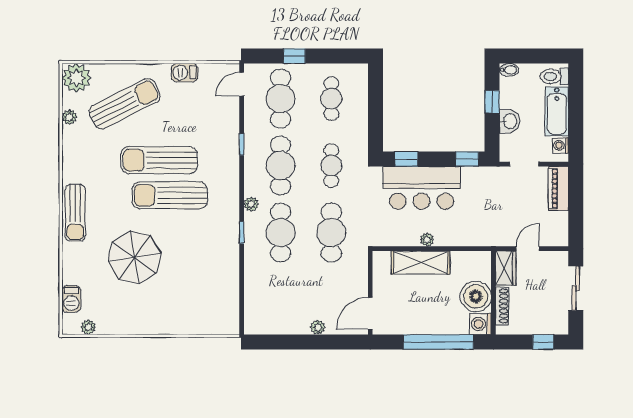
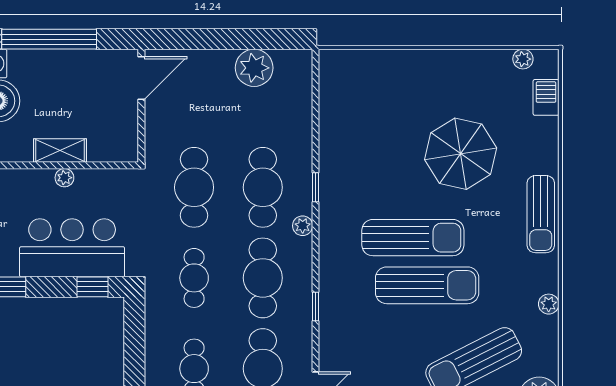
plant: (69, 117) -> (549, 304), moved
sun lounger: (75, 213) -> (541, 214), turned 180
shelving: (421, 263) -> (60, 151), width x0.67, depth x0.75
plant: (318, 327) -> (254, 68), moved, width x1.88, depth x1.88

